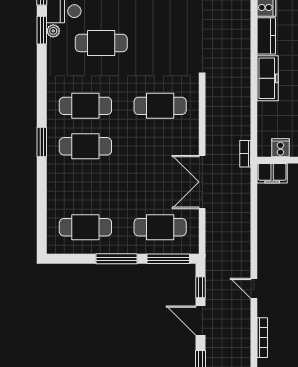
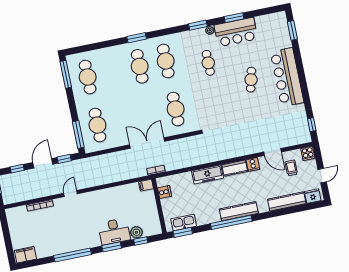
window: (42, 30) -> (198, 25), moved
cafe table: (101, 43) -> (208, 63), width x0.73, depth x0.74
filing cabinet: (272, 173) -> (146, 185), width x0.50
double door: (202, 182) -> (147, 143), moved
window: (117, 259) -> (66, 74), moved

